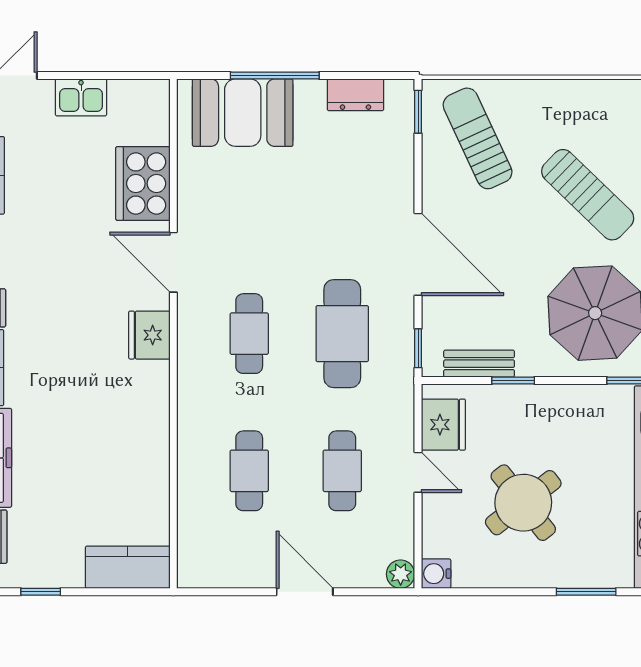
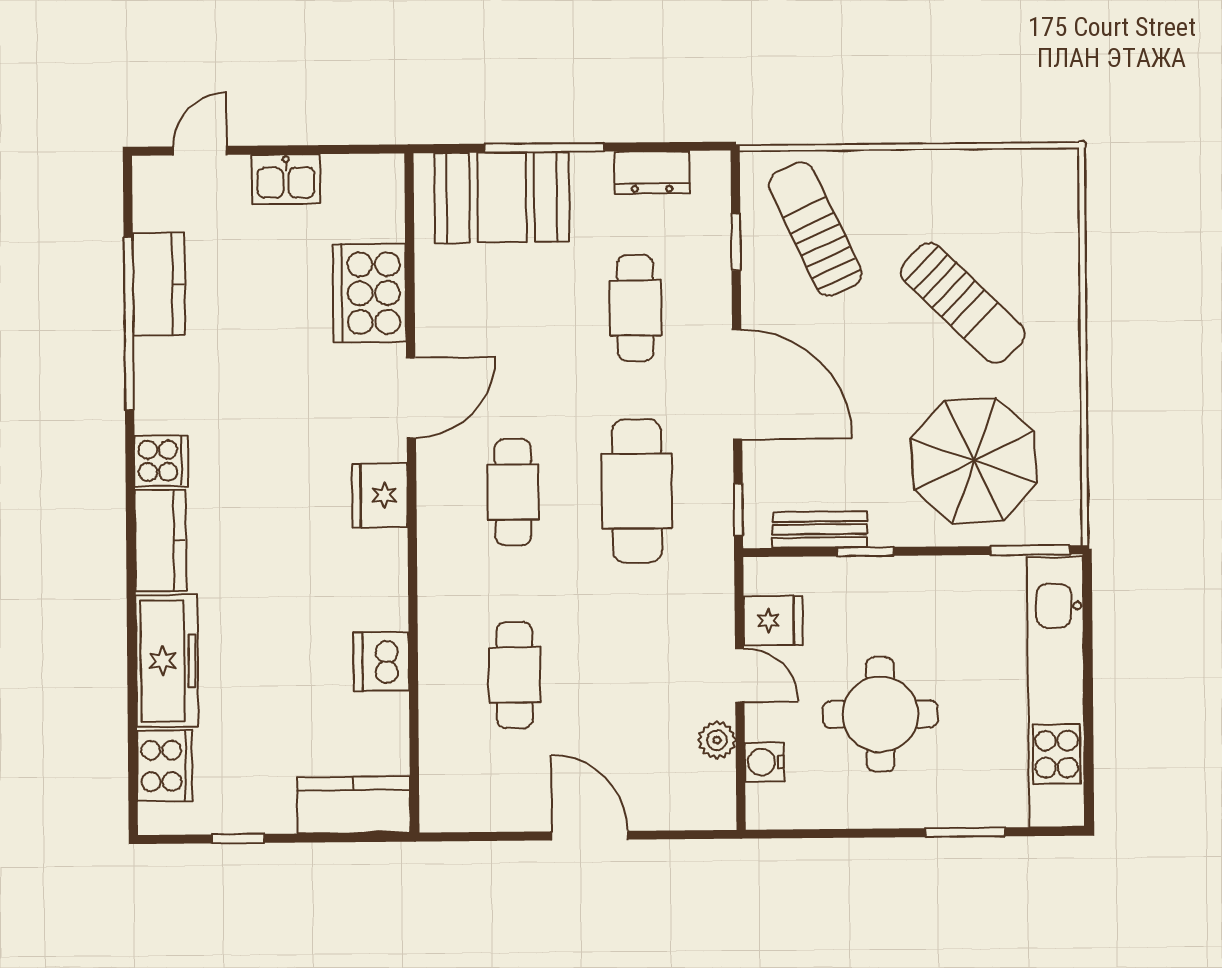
window: (418, 112) -> (736, 242), moved
door: (173, 262) -> (411, 398), swing flipped
fridge: (443, 425) -> (773, 621), width x0.72
dishwasher: (149, 460) -> (381, 662), added
cafe table: (342, 471) -> (635, 308), moved
round table: (523, 503) -> (880, 714), turned 38
plant: (401, 574) -> (717, 740), moved
water cooler: (436, 574) -> (765, 762), moved

